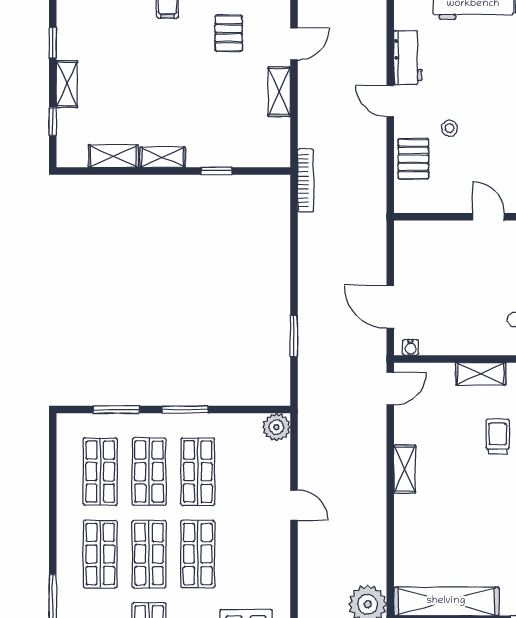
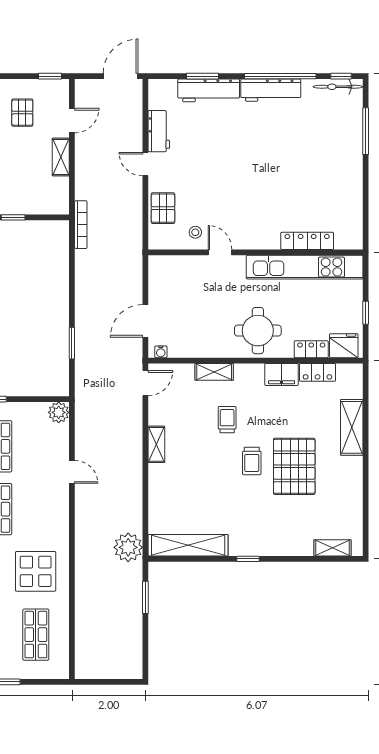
stool: (450, 128) -> (195, 232), moved
door: (390, 307) -> (145, 321), hinge flipped

